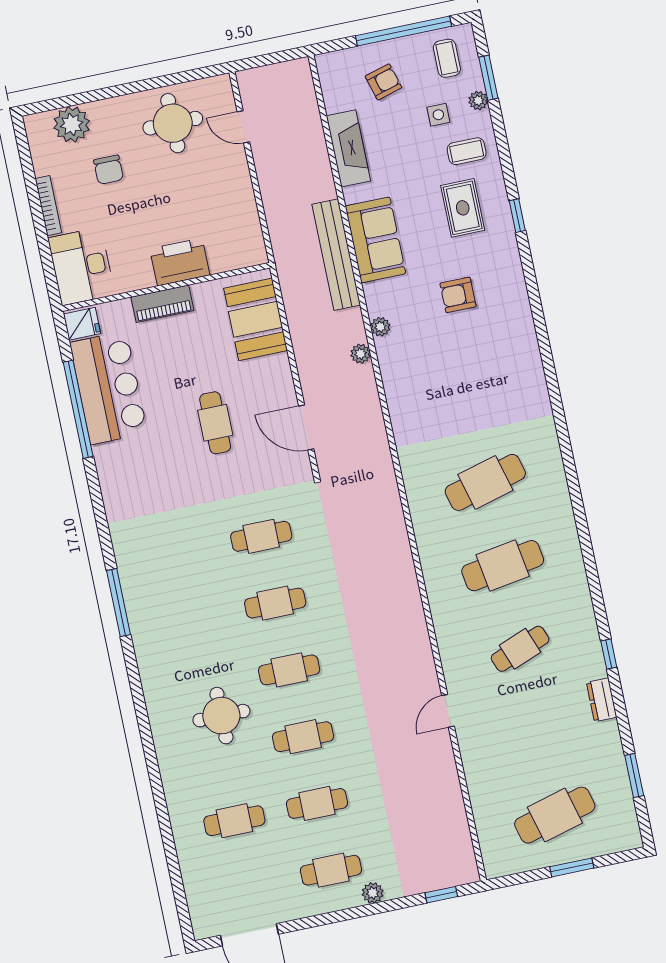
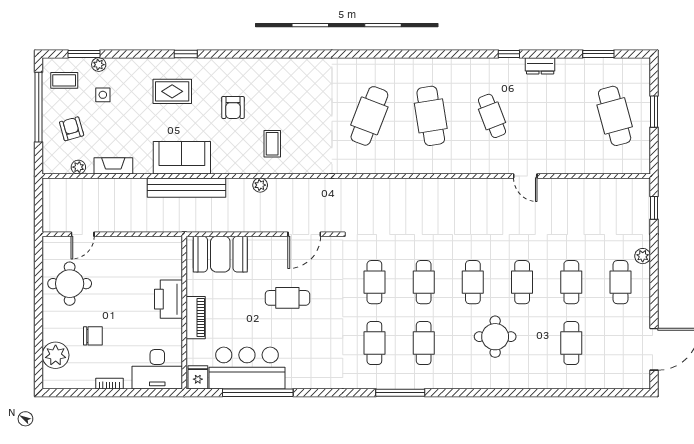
fireplace: (348, 148) -> (113, 166), width x0.73, depth x0.76
coffee table: (467, 151) -> (272, 144), moved
bookcase: (48, 206) -> (109, 384), width x0.64
plant: (380, 327) -> (78, 167), moved
cafe table: (485, 482) -> (369, 116), turned 36
cafe table: (179, 554) -> (374, 343), added
cafe table: (193, 620) -> (424, 343), added

